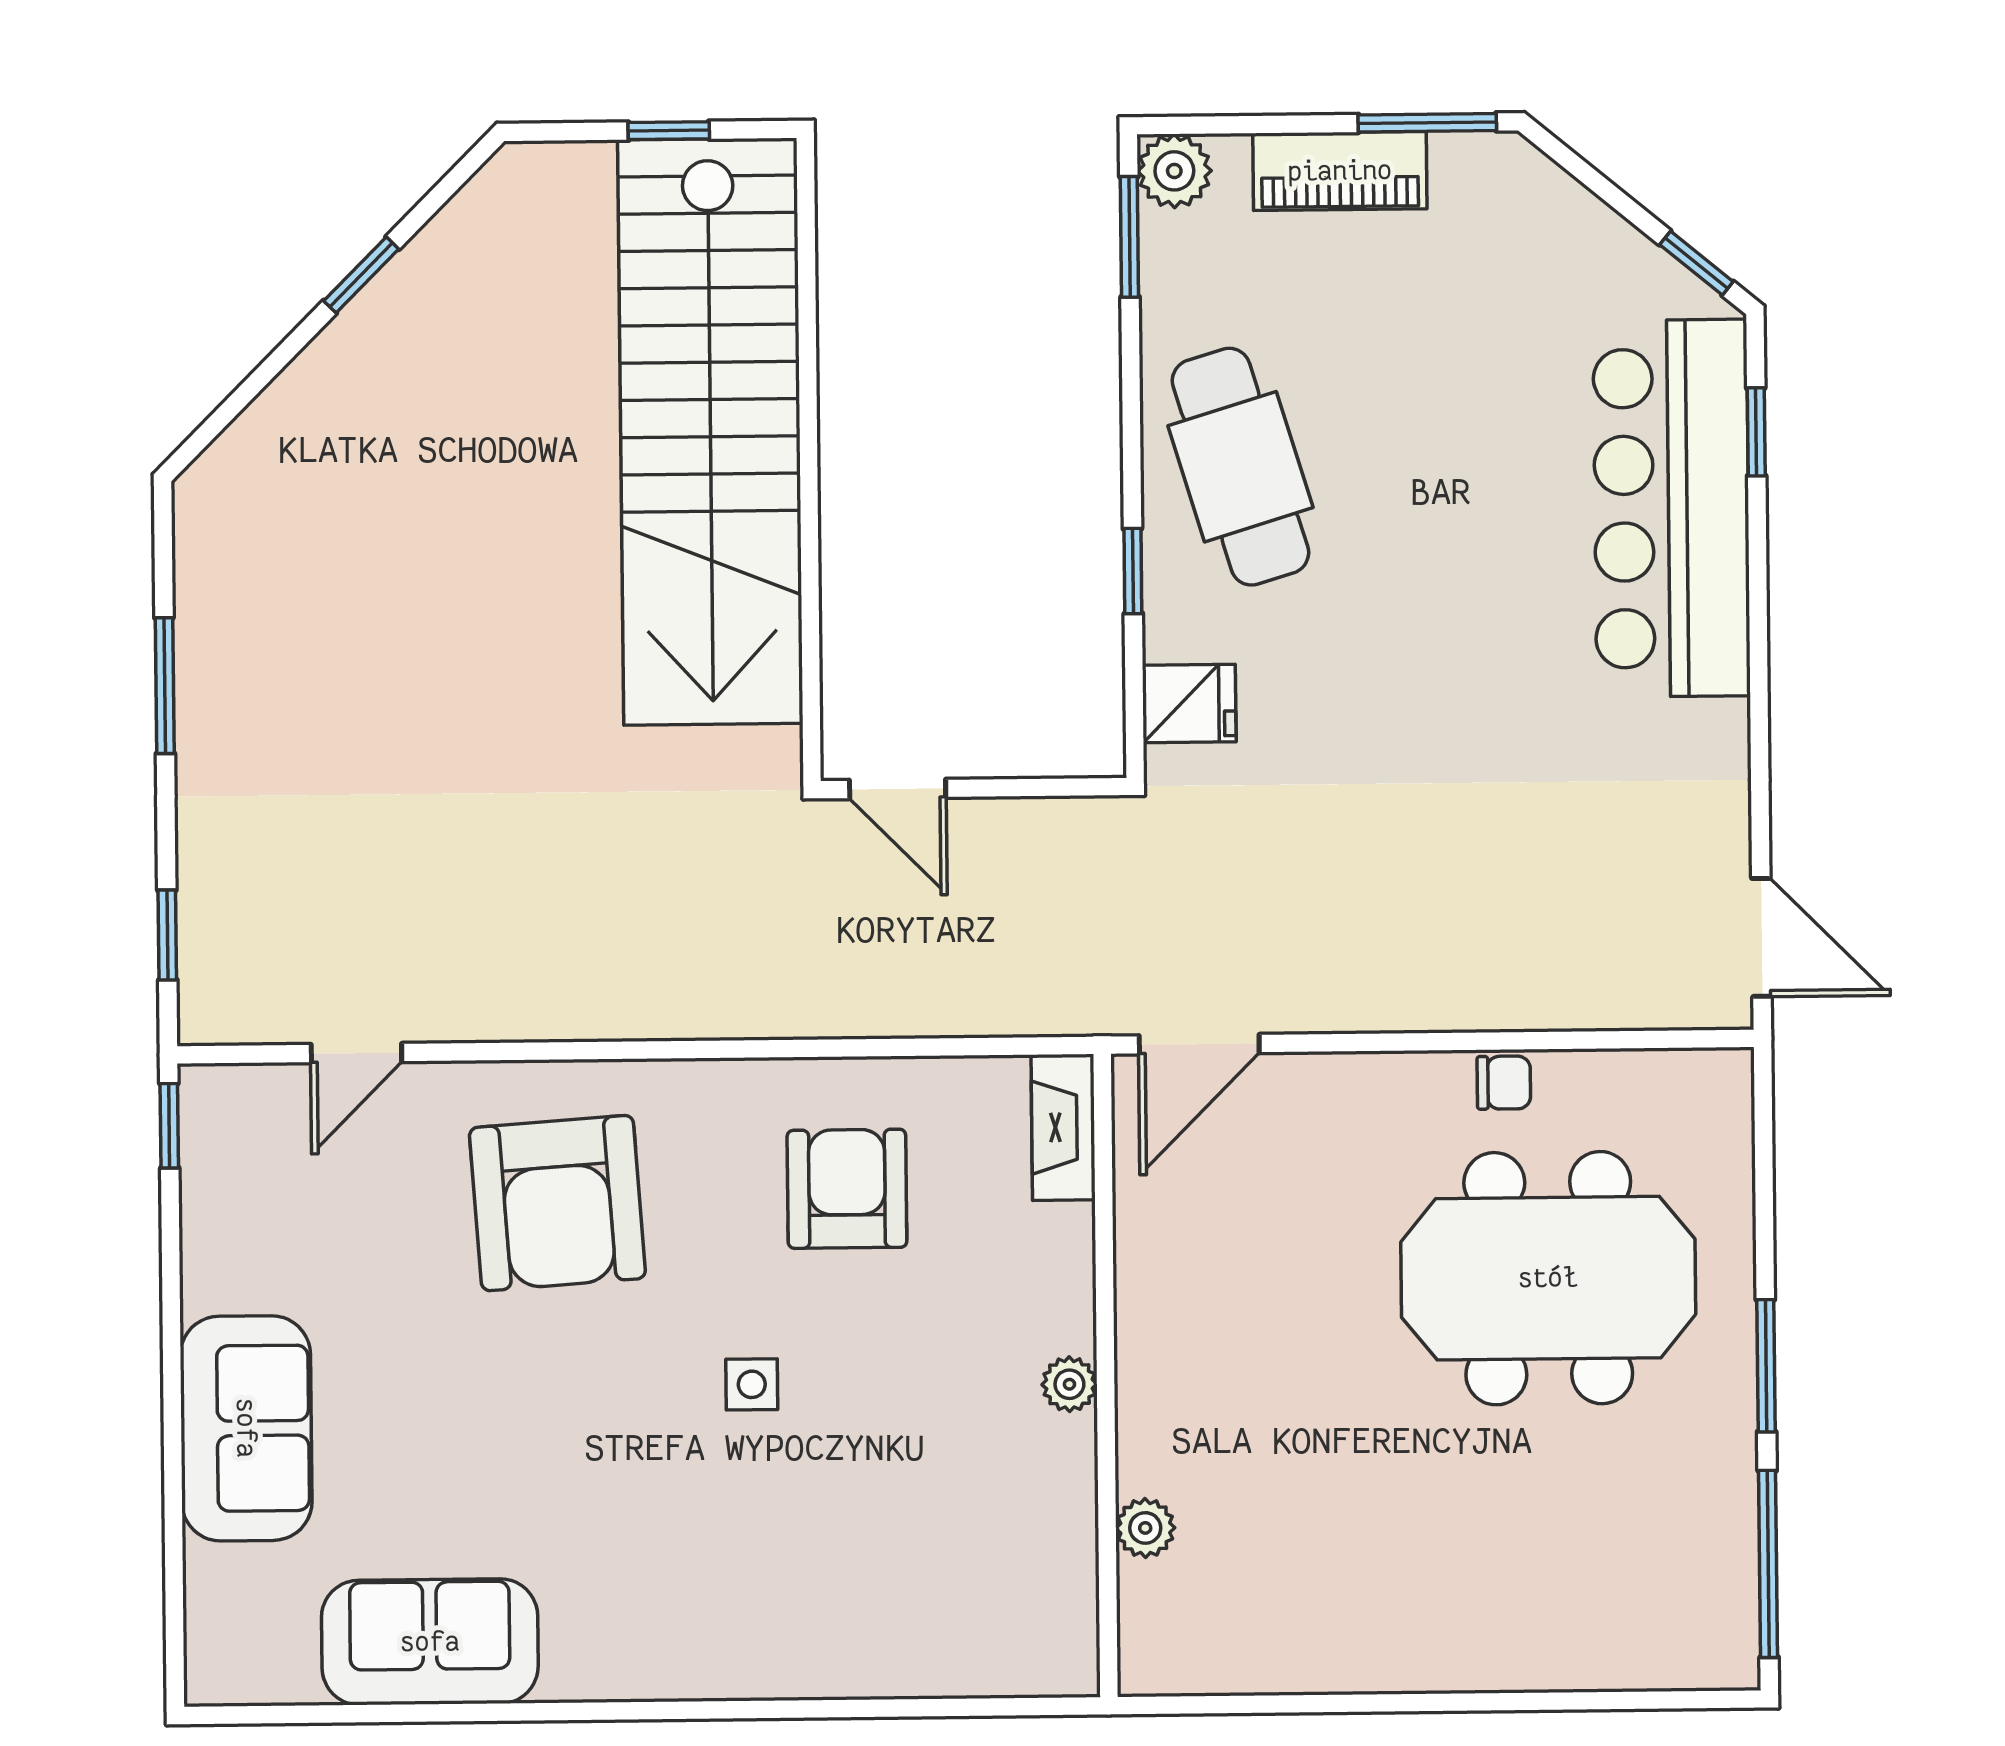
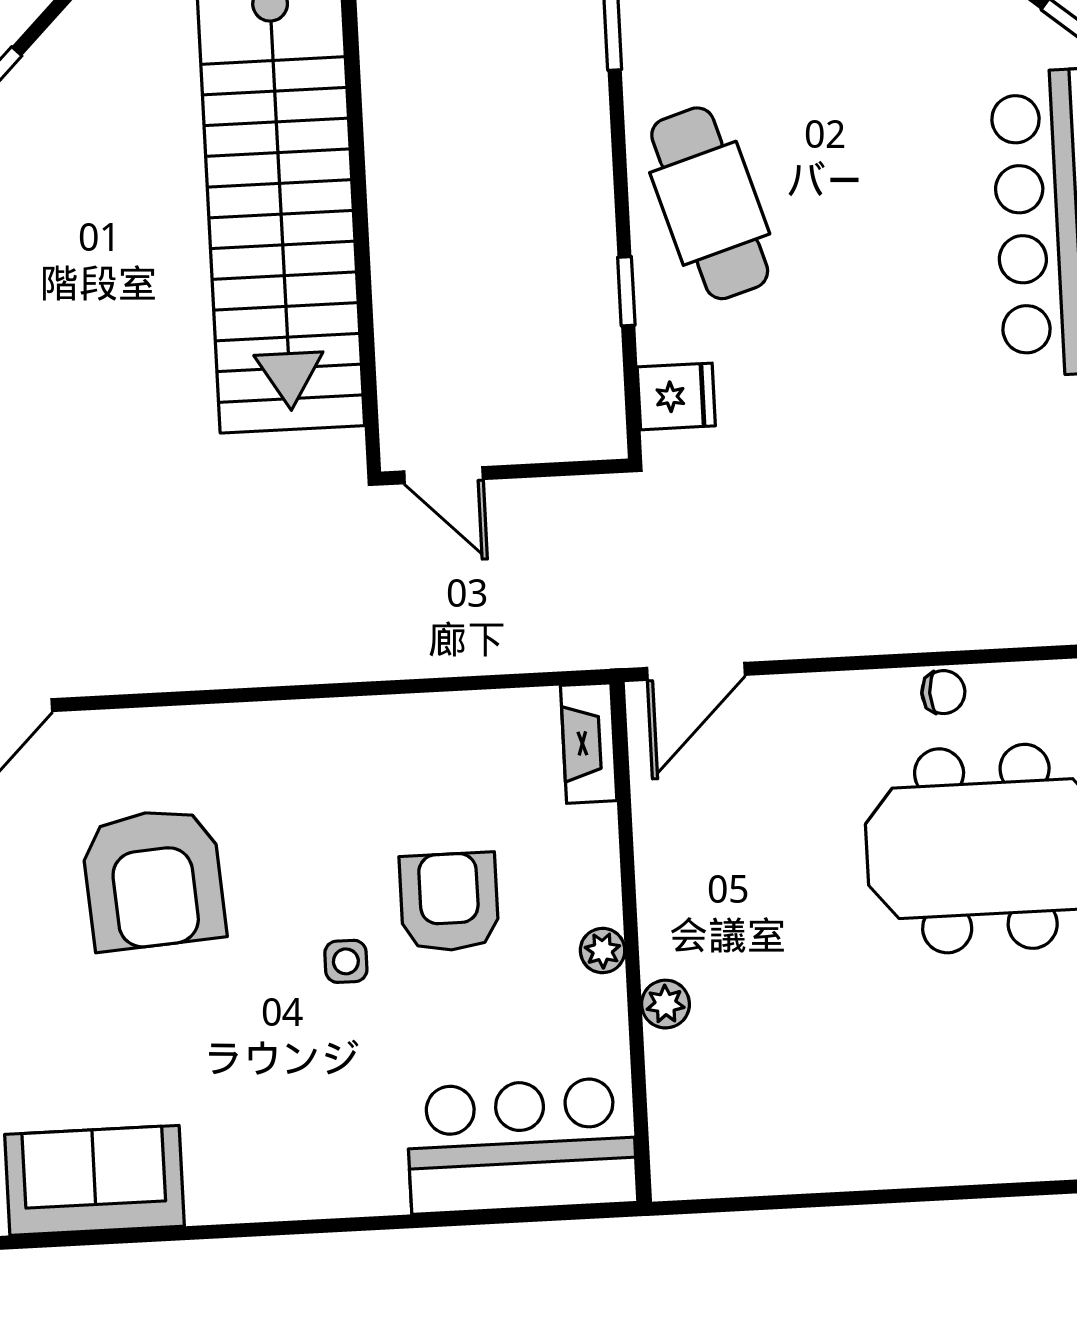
armchair: (847, 1189) -> (449, 902), moved
armchair: (557, 1203) -> (153, 879), moved
plant: (1145, 1528) -> (666, 1004), moved
bar counter: (959, 1621) -> (522, 1146), added

